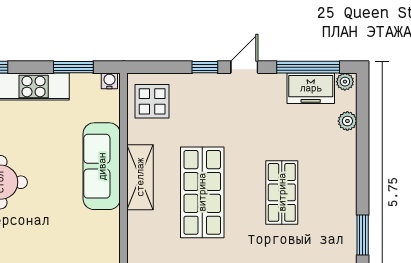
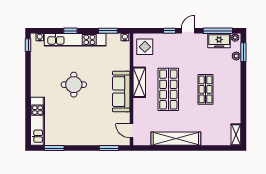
sofa: (102, 166) -> (121, 92), moved
window: (363, 235) -> (243, 52), moved

